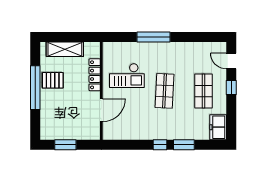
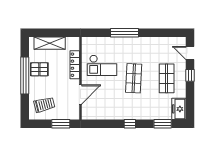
trolley: (59, 122) -> (44, 105), added
window: (65, 145) -> (61, 124), moved
window: (184, 145) -> (163, 124), moved

